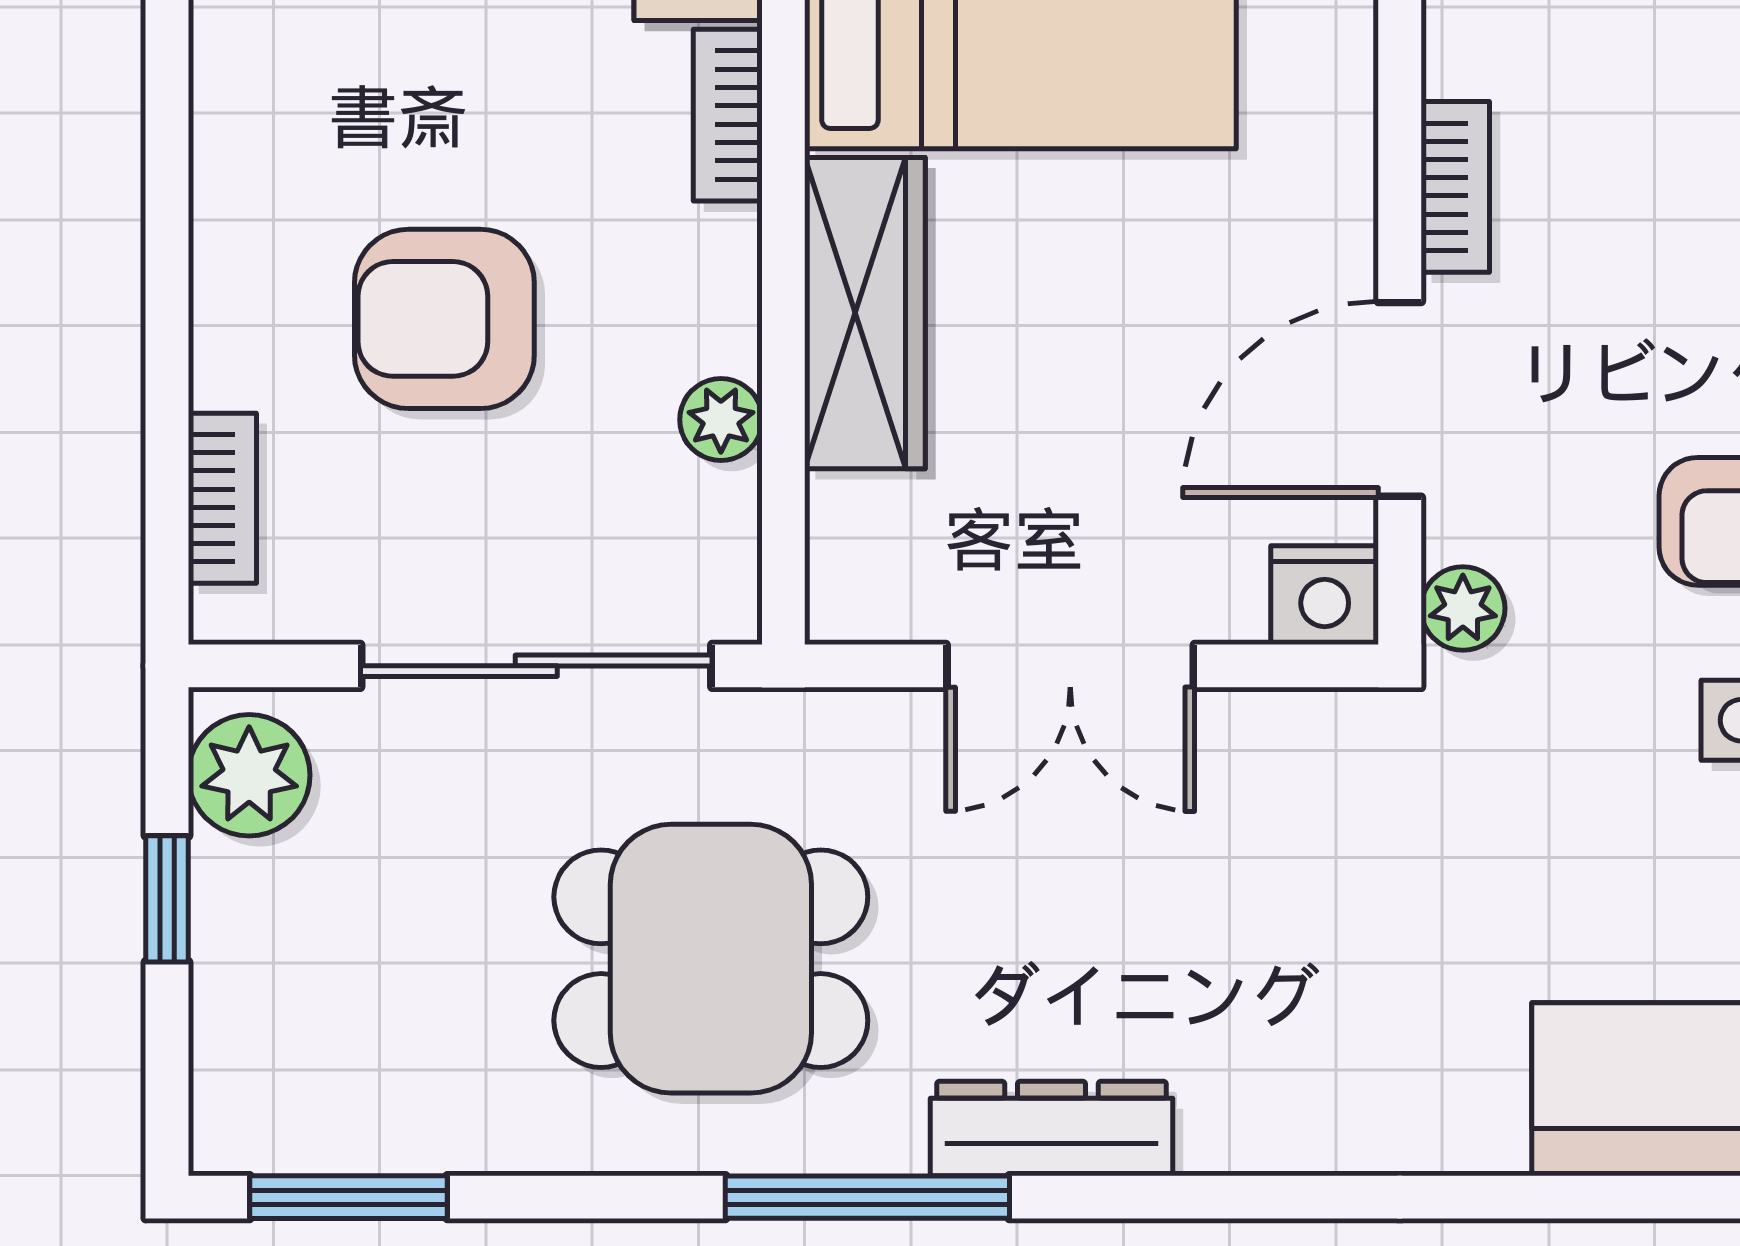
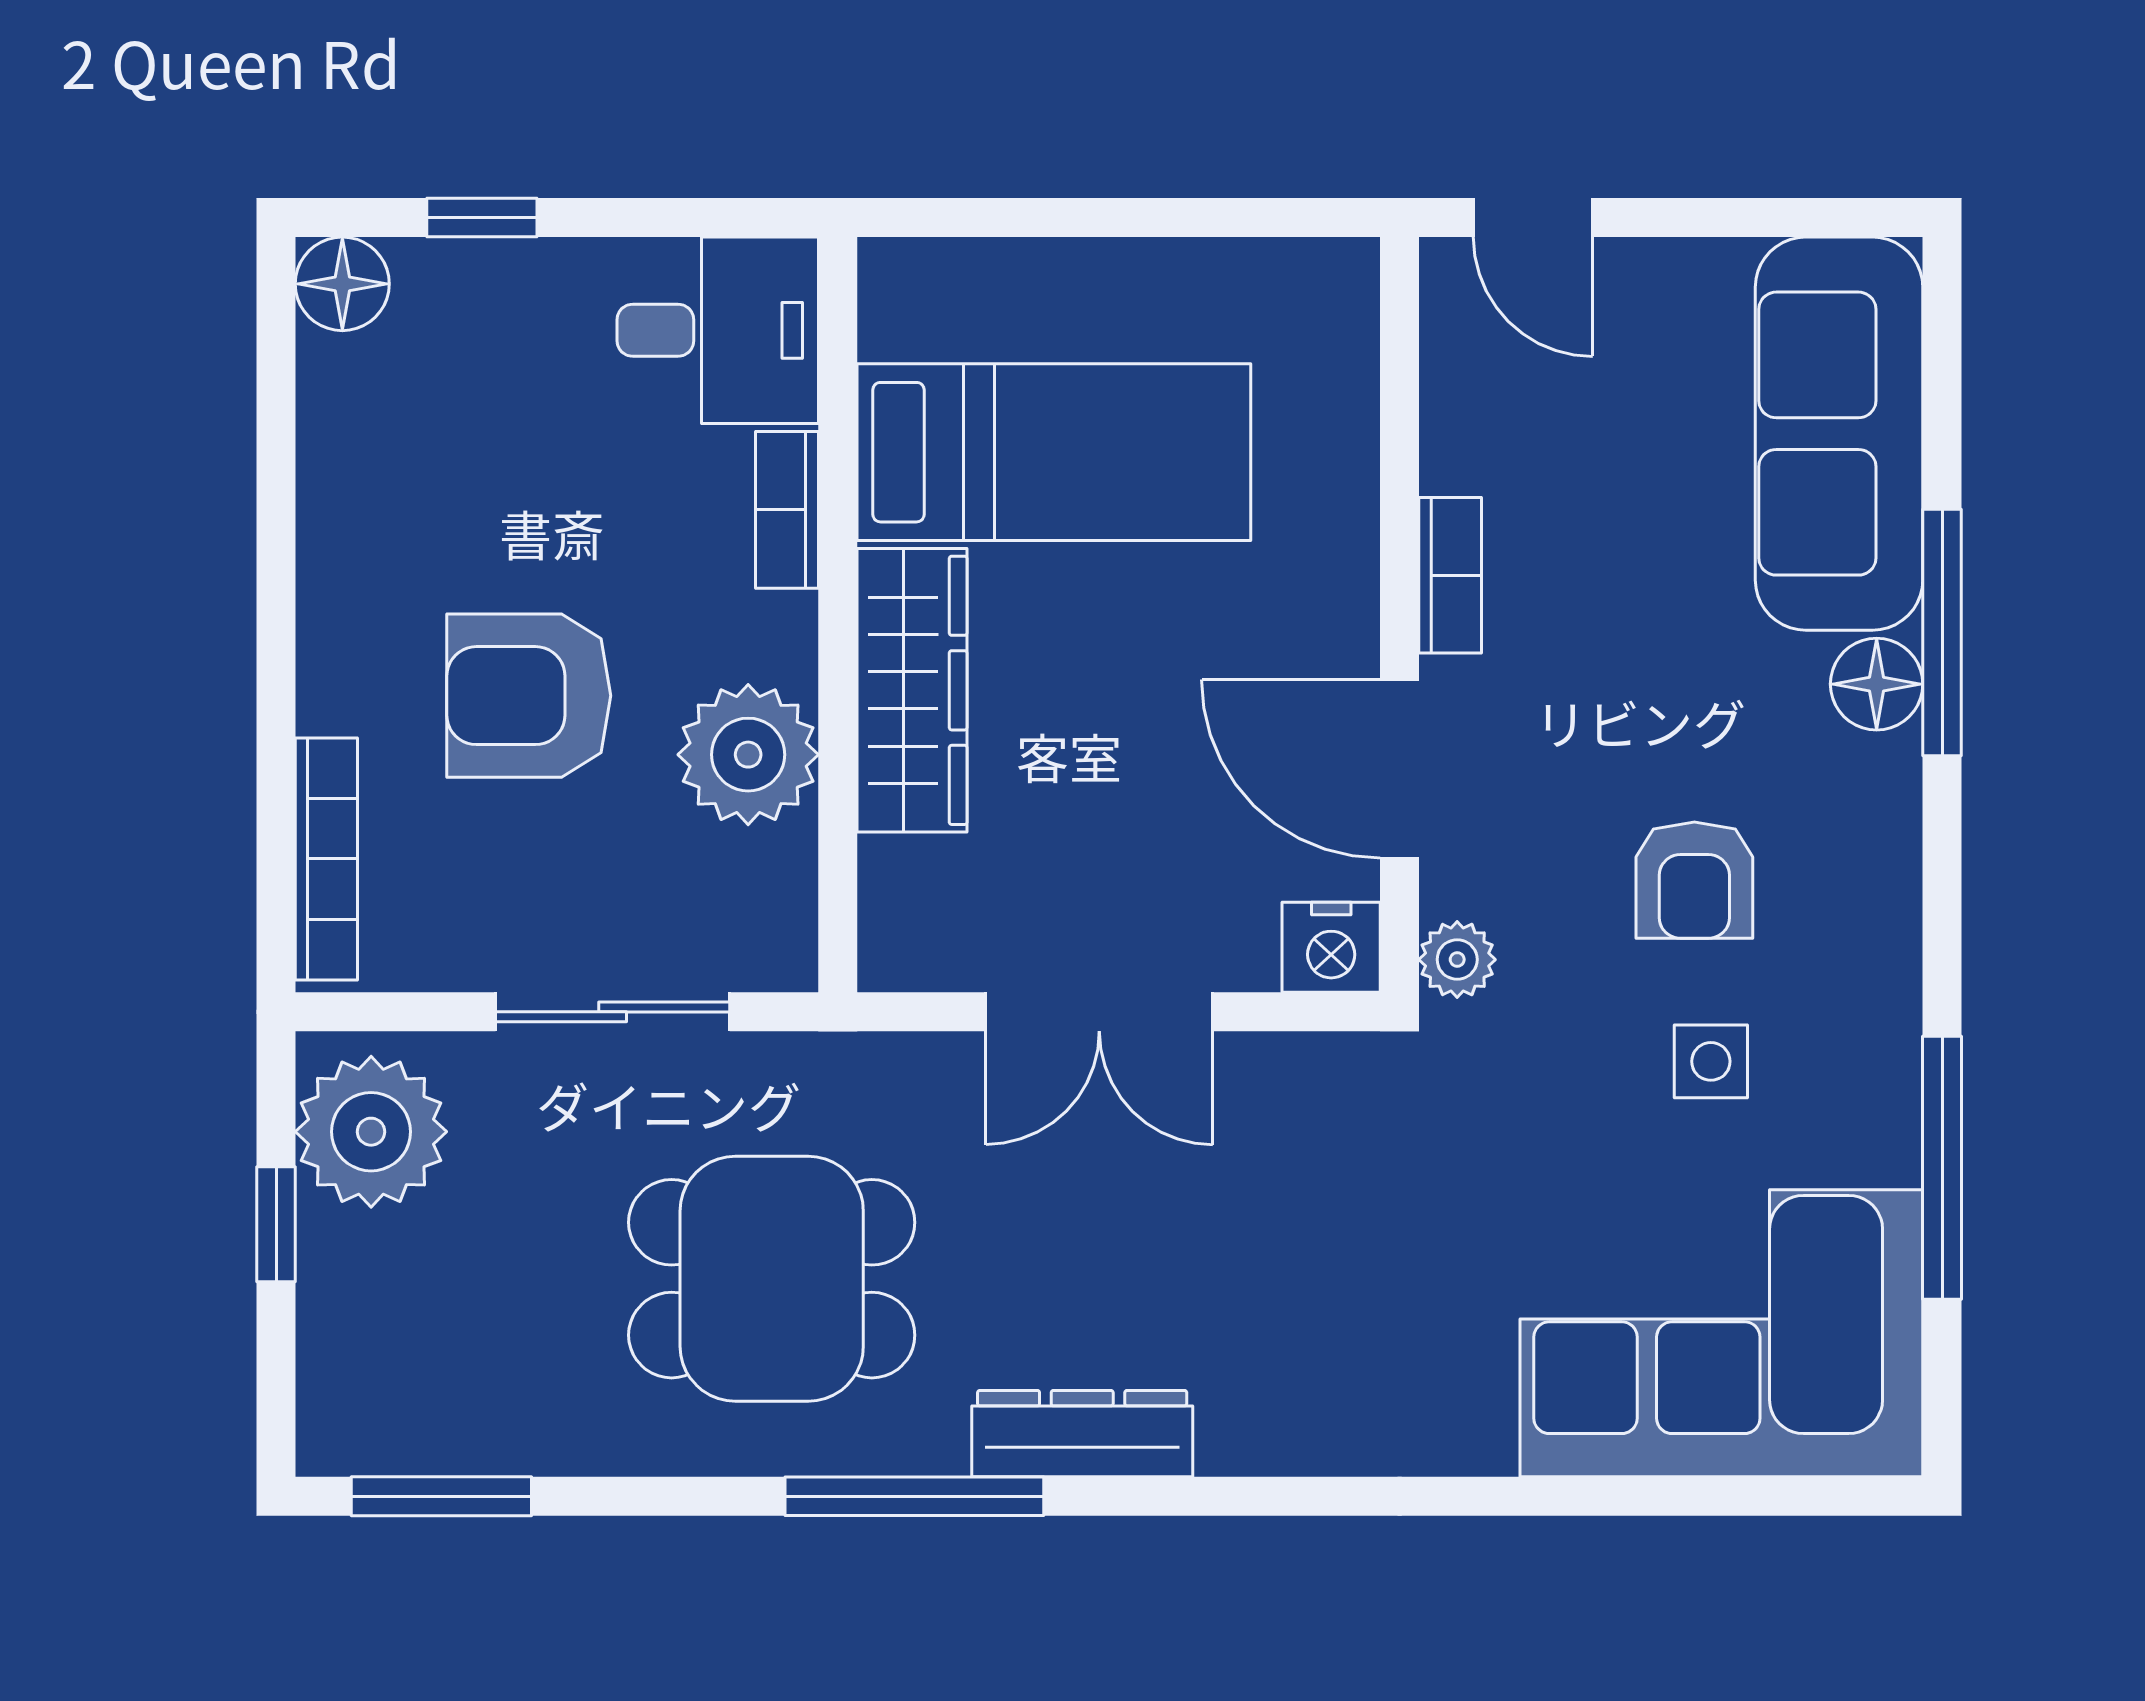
door: (1400, 399) -> (1400, 769), hinge flipped
plant: (721, 420) -> (748, 755), width x1.87, depth x1.87
bookcase: (222, 498) -> (326, 859), width x1.56
sliding door: (536, 666) -> (613, 1012), width x0.73
plant: (249, 775) -> (371, 1132), width x1.36, depth x1.36

